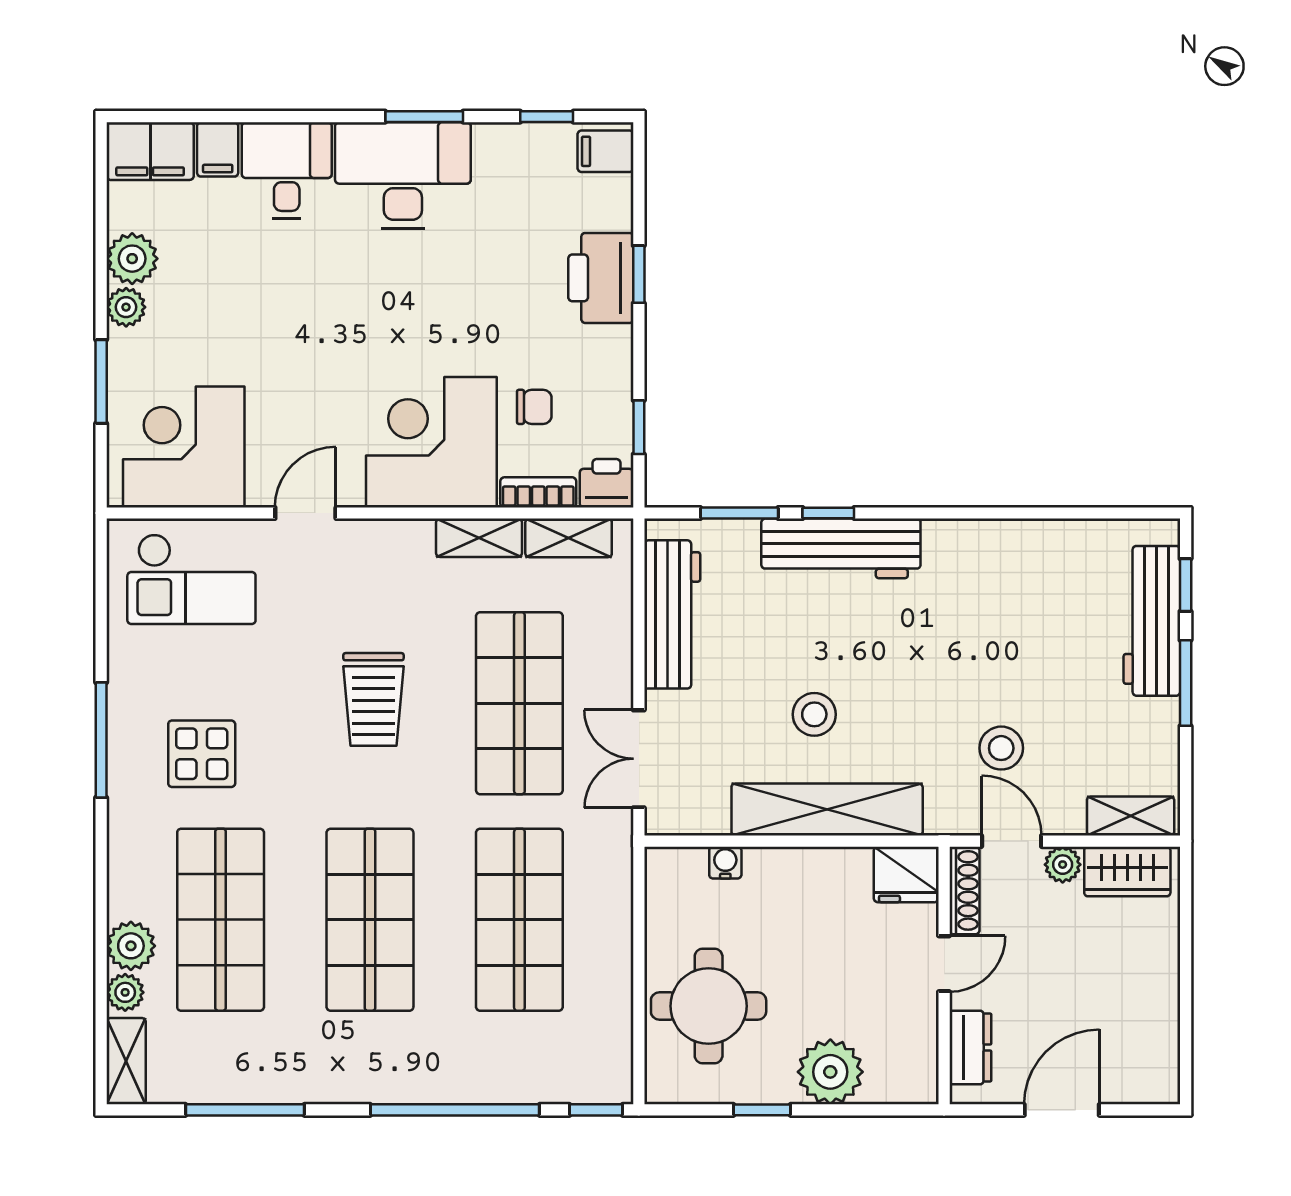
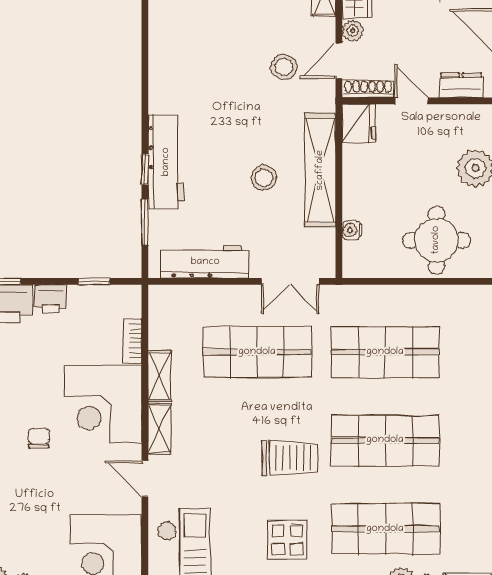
chair: (534, 407) -> (39, 438), moved
printer: (607, 483) -> (50, 299), moved, turned -90
shelving: (569, 538) -> (160, 429), moved
trolley: (373, 699) -> (289, 458), moved

